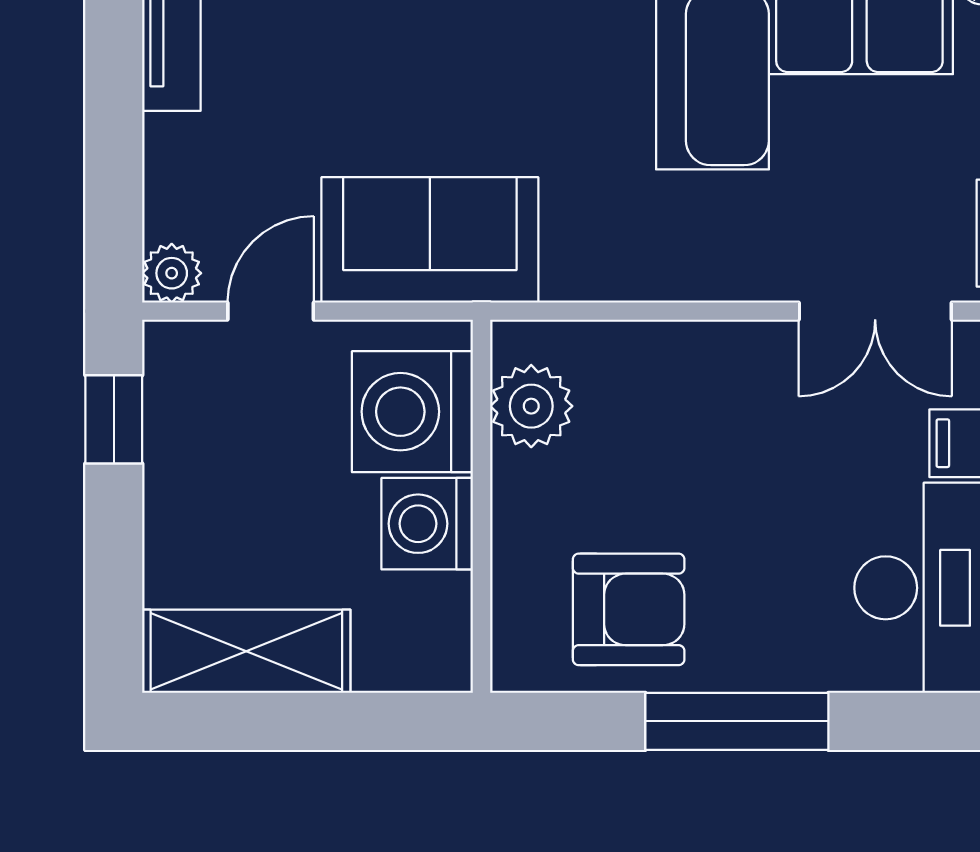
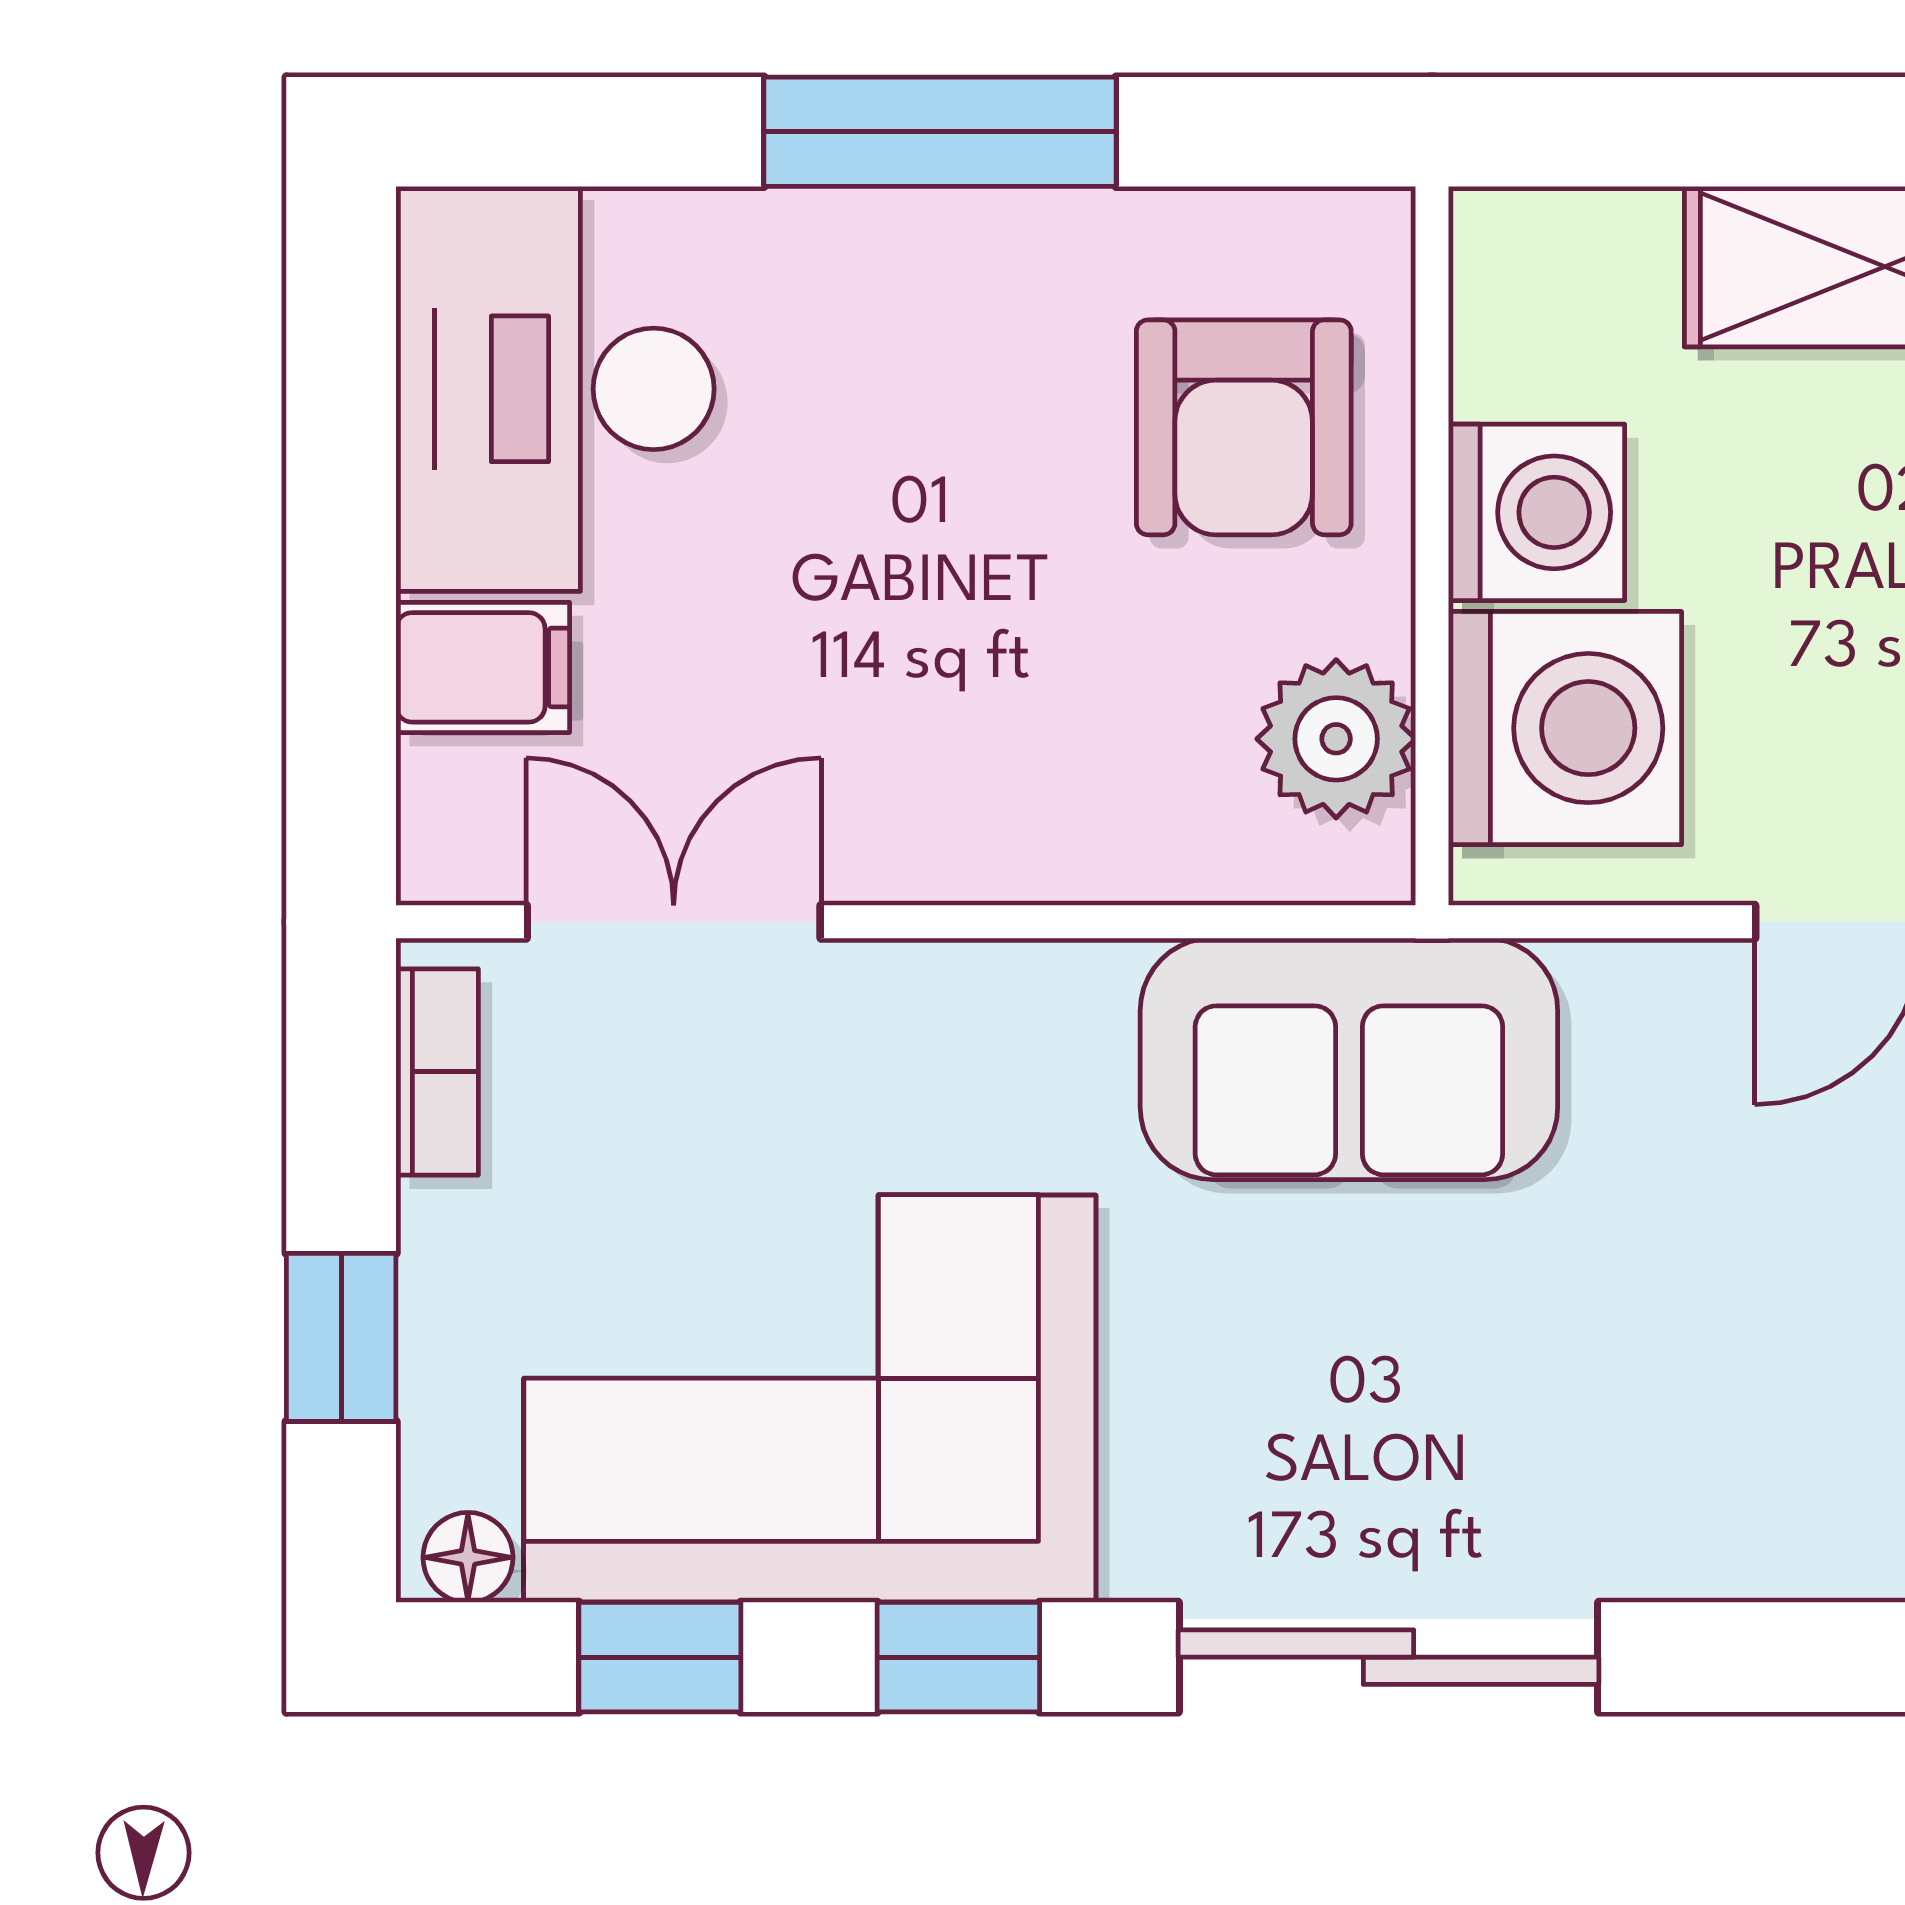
sofa: (430, 240) -> (1349, 1059), moved
armchair: (629, 609) -> (1244, 427), moved, turned -90

